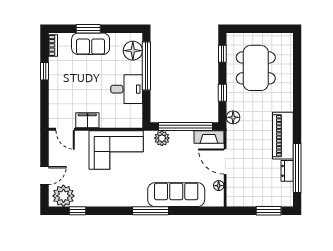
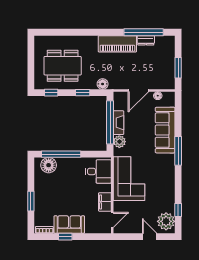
sofa: (91, 44) -> (69, 224), moved, turned -90
desk: (127, 89) -> (98, 171), moved, turned 90
fireplace: (209, 137) -> (118, 123), moved
window: (269, 211) -> (178, 68), moved

